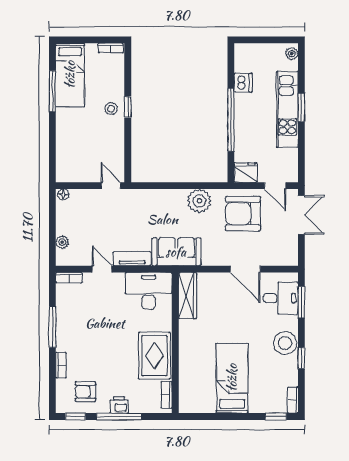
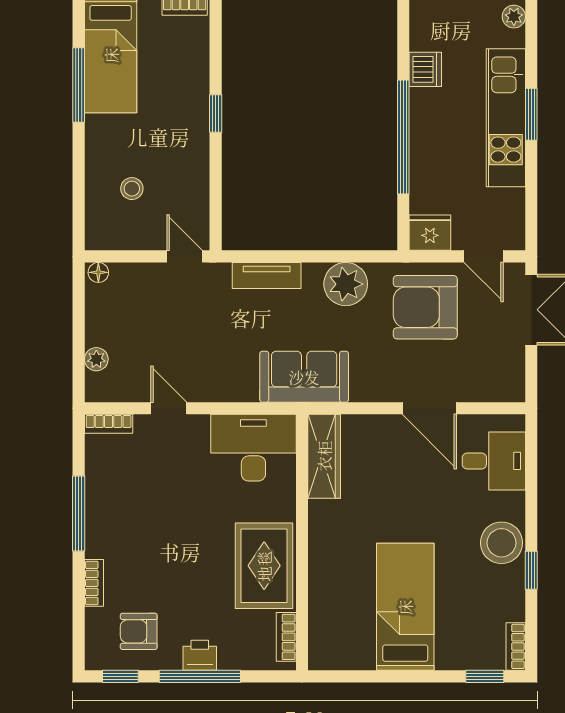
stool: (111, 109) -> (132, 189), moved
tv unit: (132, 259) -> (267, 275), moved, turned 180
window: (301, 302) -> (531, 469), removed

